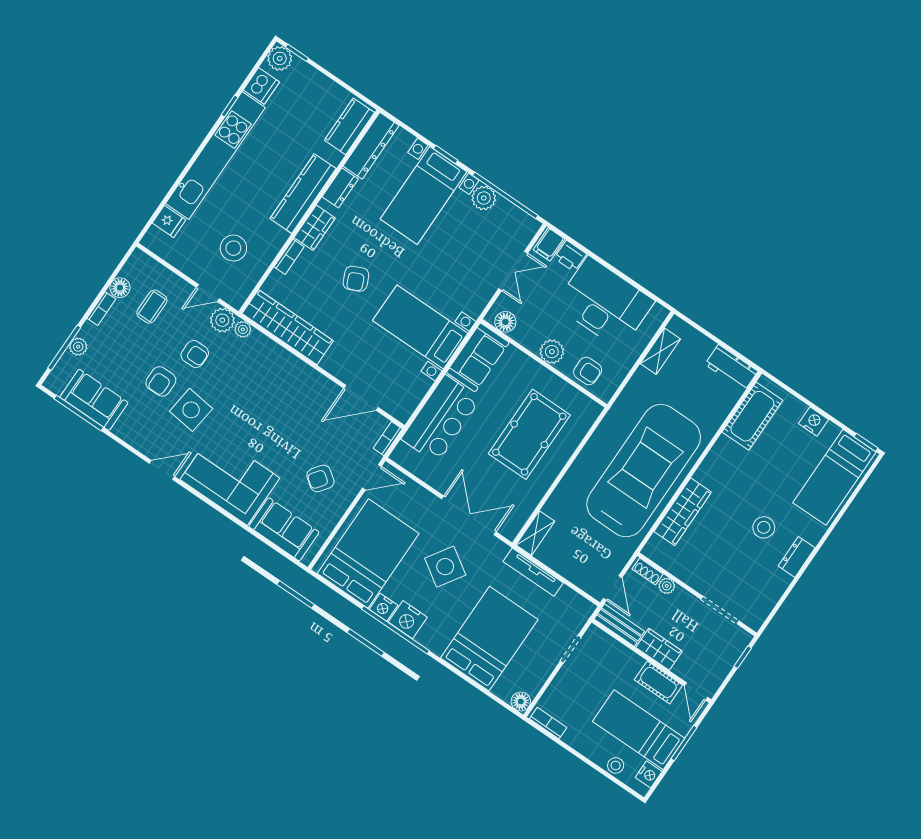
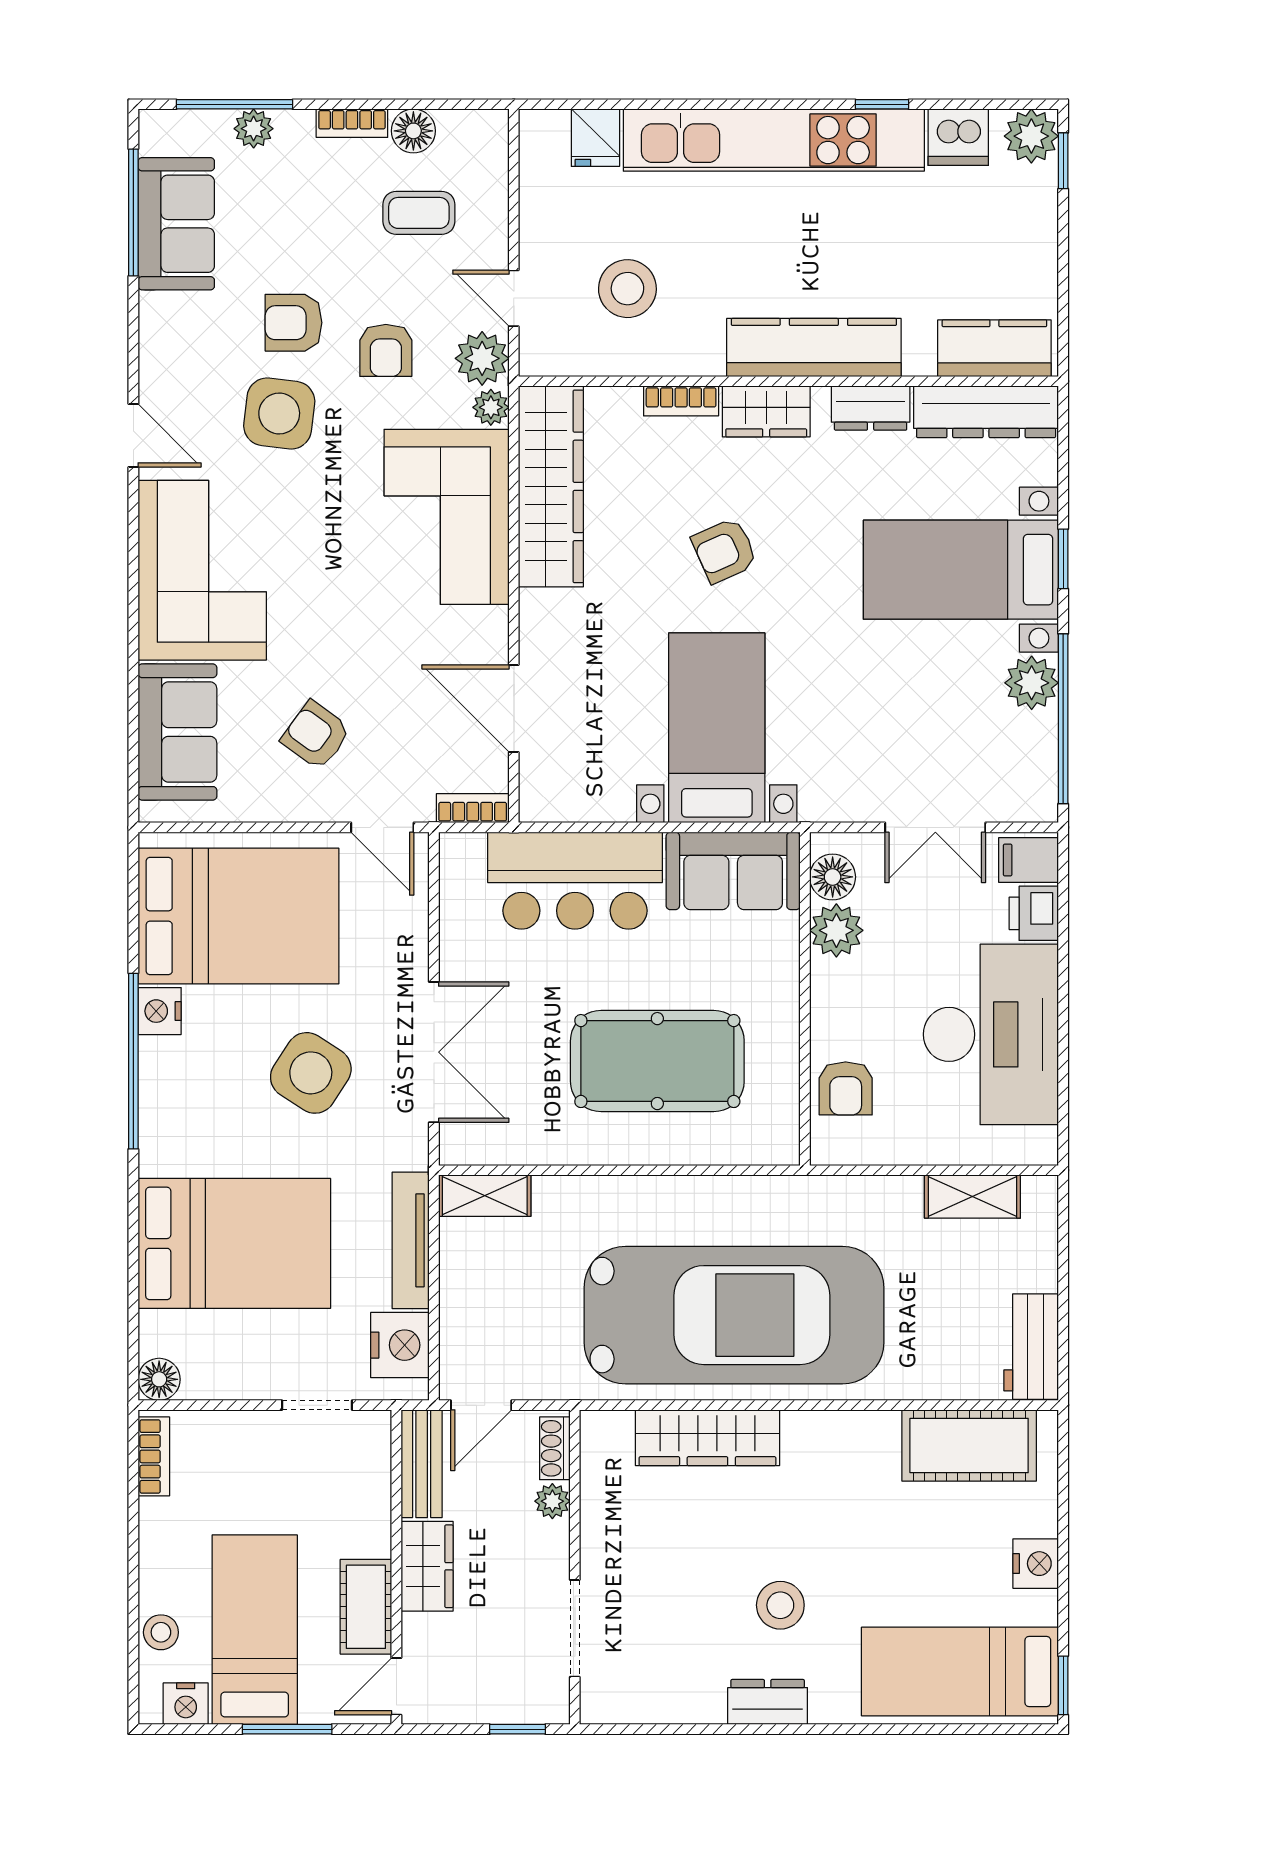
plant: (552, 352) -> (836, 930), moved
corner sofa: (272, 374) -> (447, 517), added
nightstand: (408, 620) -> (400, 1345), moved, turned 180

